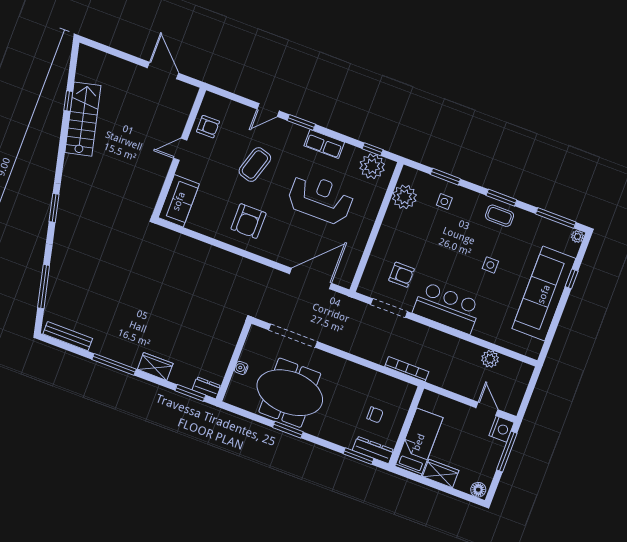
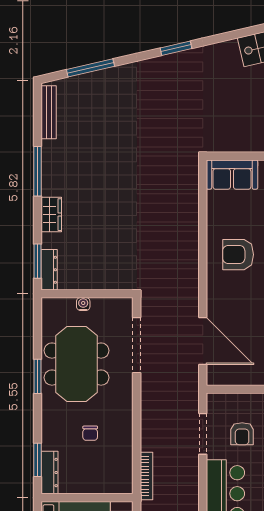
dresser: (207, 388) -> (49, 270), width x1.44
chair: (375, 415) -> (90, 433), moved

